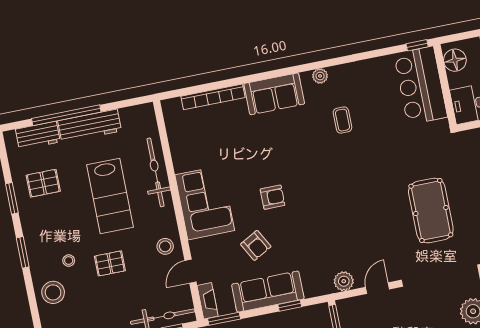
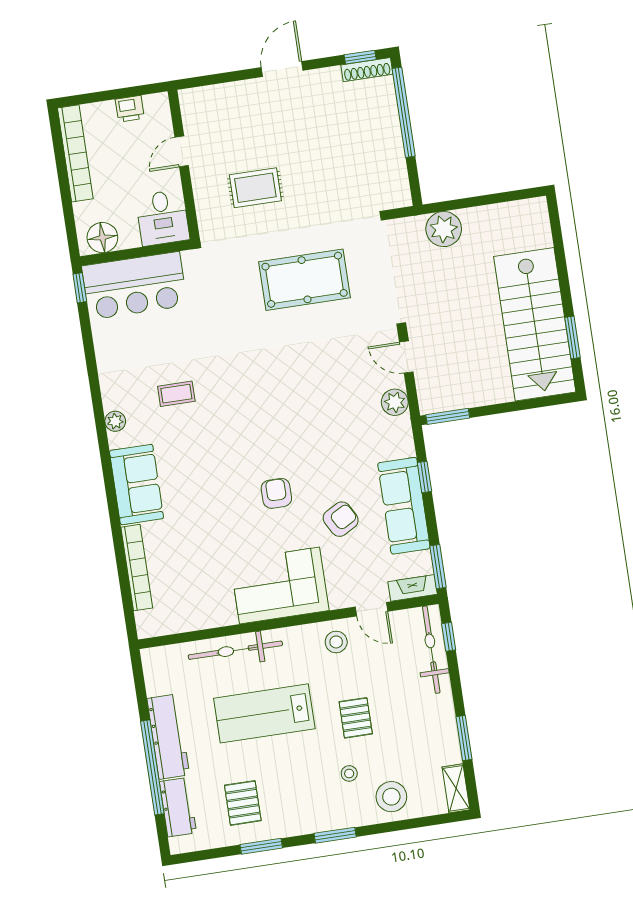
lab bench: (110, 196) -> (264, 713), turned 180

